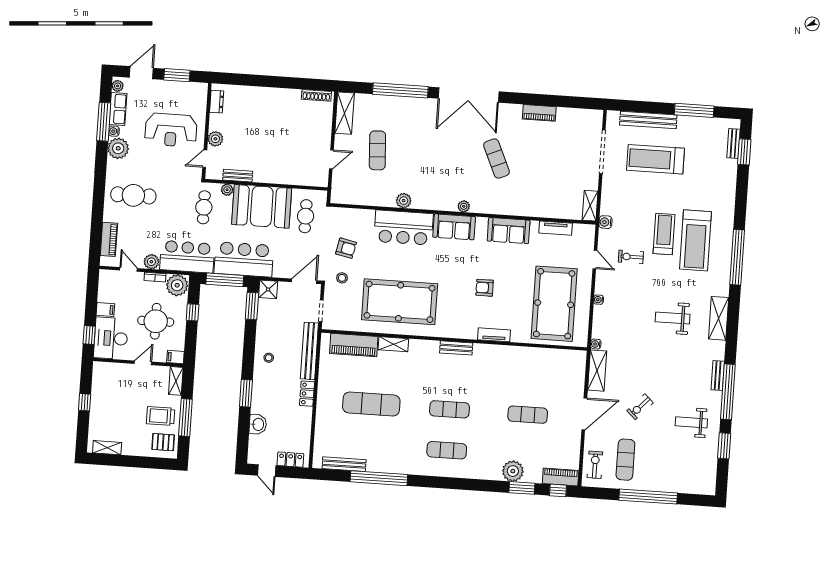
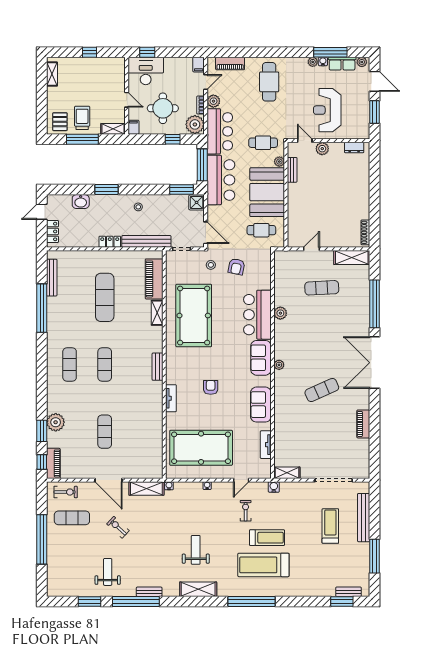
plant: (118, 148) -> (313, 62), width x0.53, depth x0.53
door: (331, 159) -> (311, 249), swing flipped
treadmill: (655, 159) -> (330, 526), width x0.73, depth x0.73
filing cabinet: (105, 309) -> (199, 65), moved

